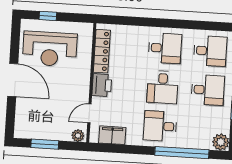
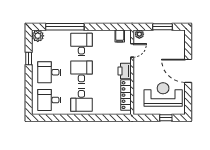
desk: (165, 48) -> (81, 100), turned -90
desk: (160, 126) -> (81, 44), turned -90
filing cabinet: (112, 135) -> (120, 36), width x0.50

